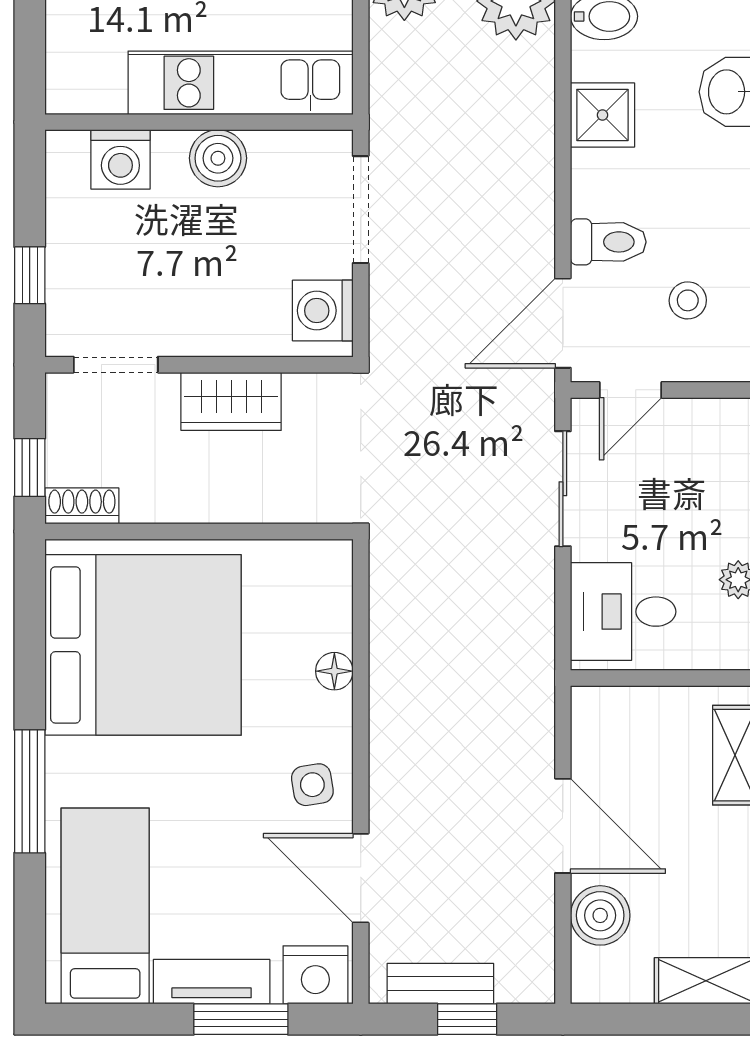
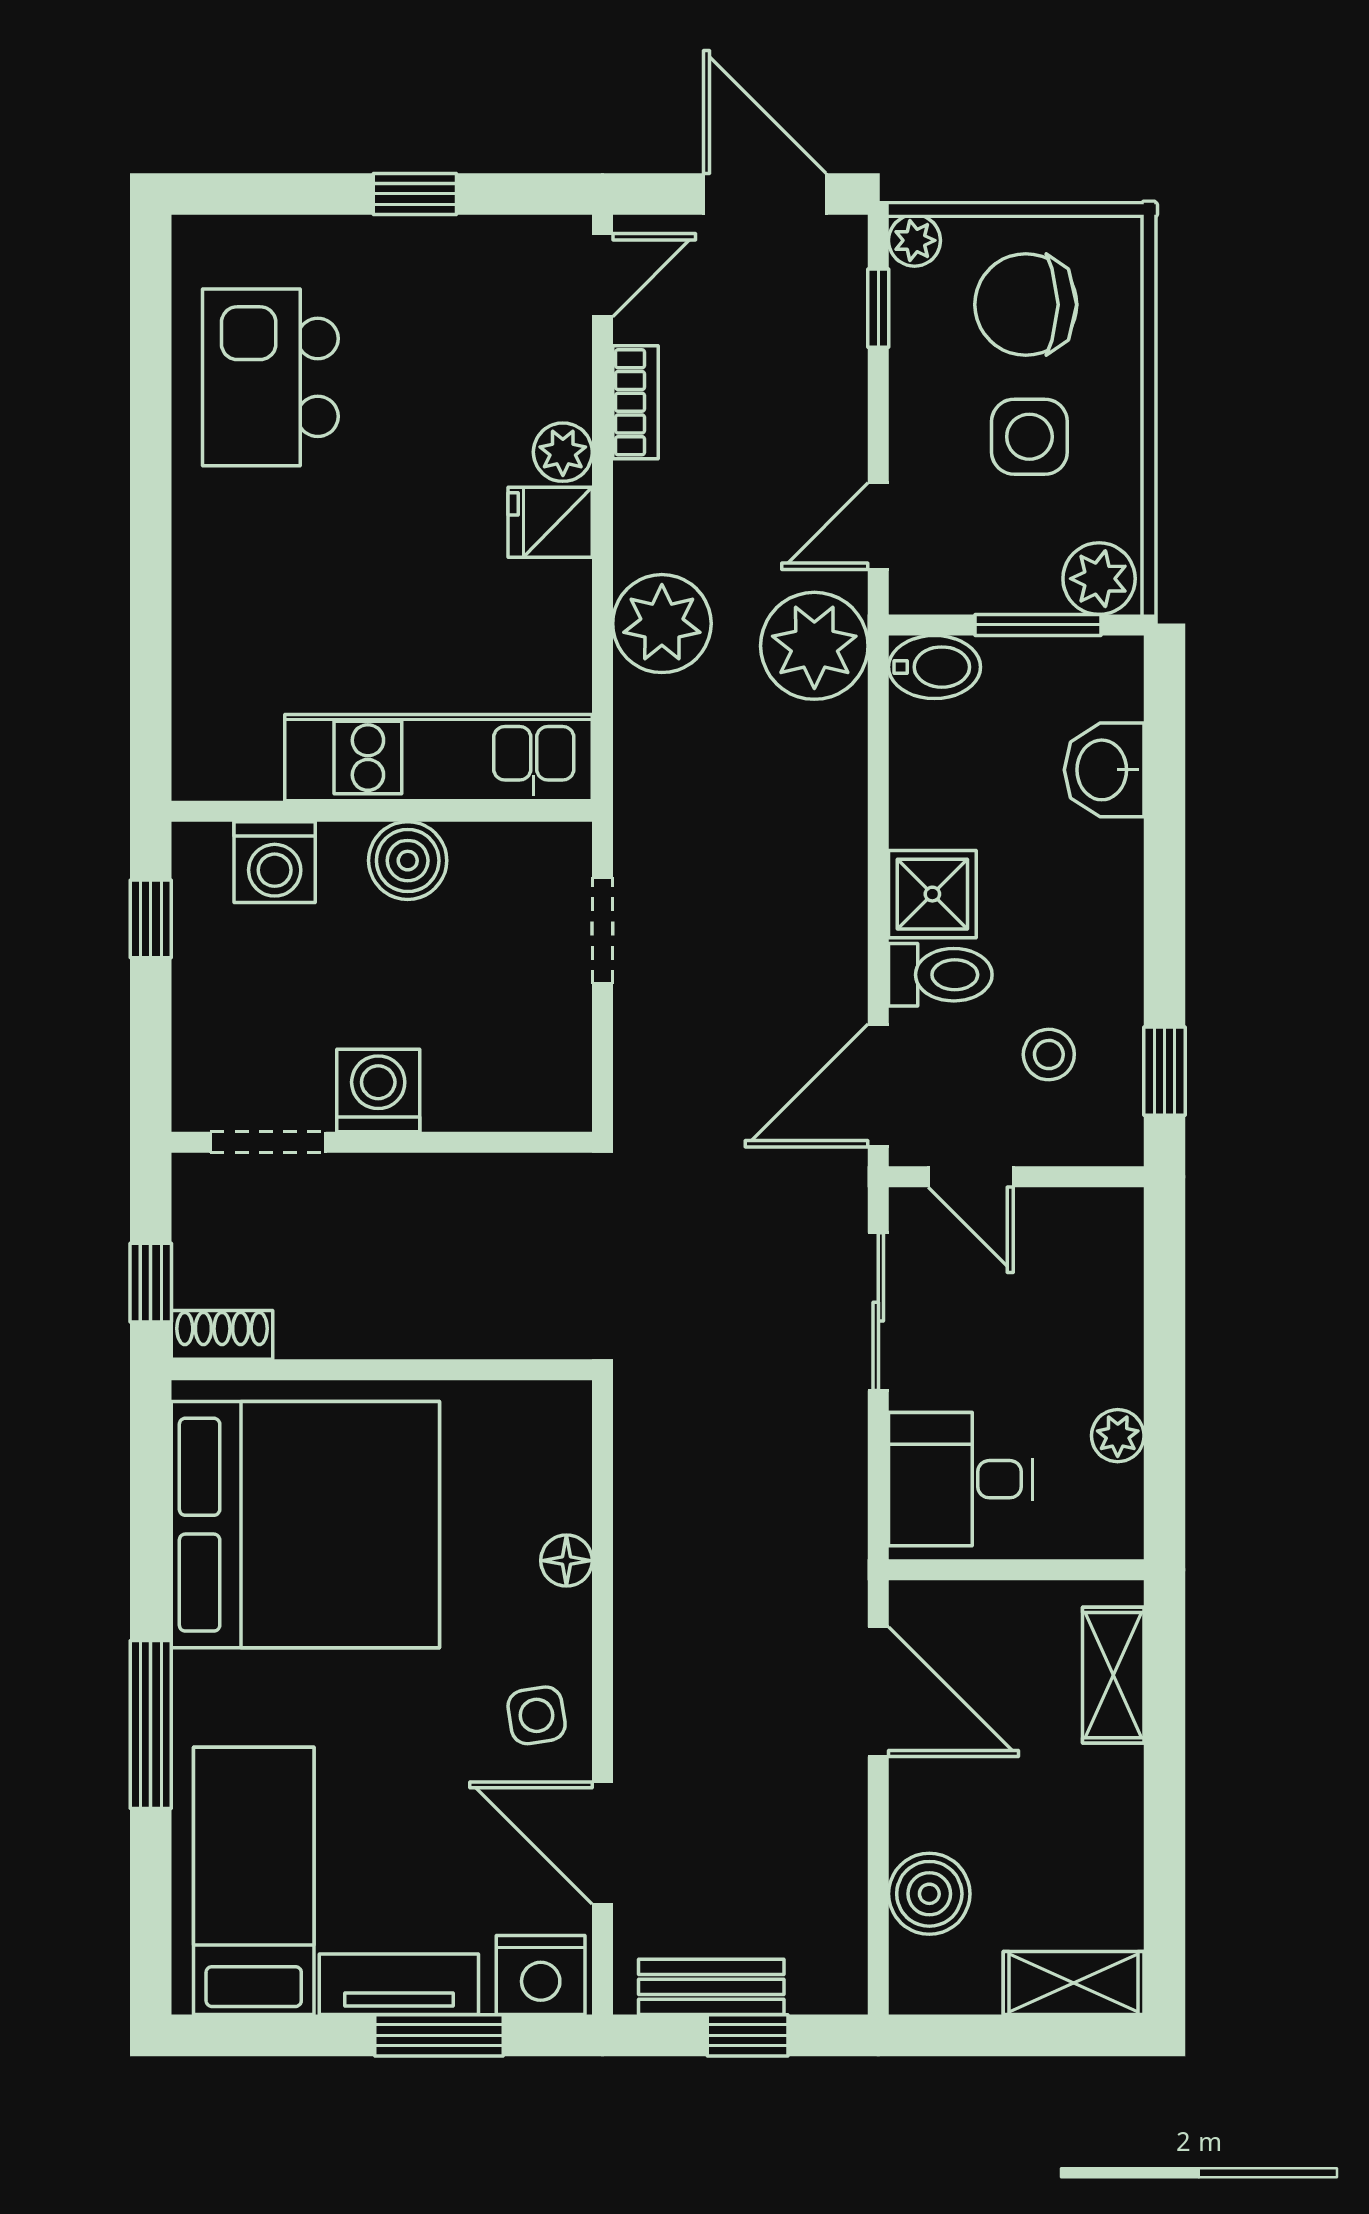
shower: (602, 115) -> (932, 894), moved
doorway: (361, 210) -> (602, 931), width x0.73
window: (30, 275) -> (151, 919), moved
washing machine: (323, 311) -> (378, 1091), moved, turned 90
door: (631, 390) -> (971, 1177), hinge flipped
wardrobe: (231, 401) -> (426, 1192), removed
door: (563, 826) -> (878, 1692), moved

